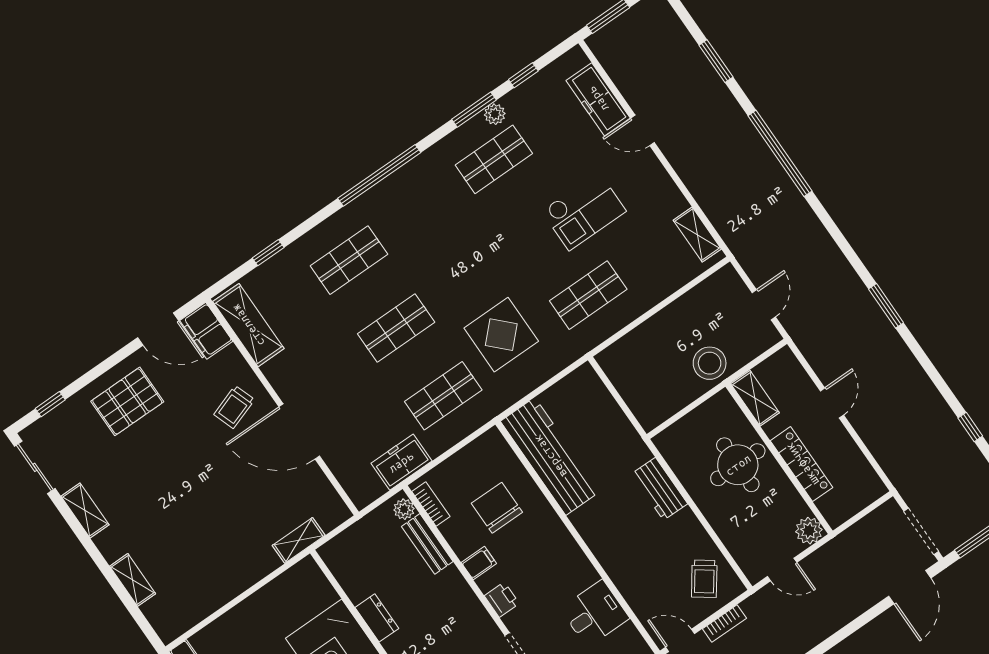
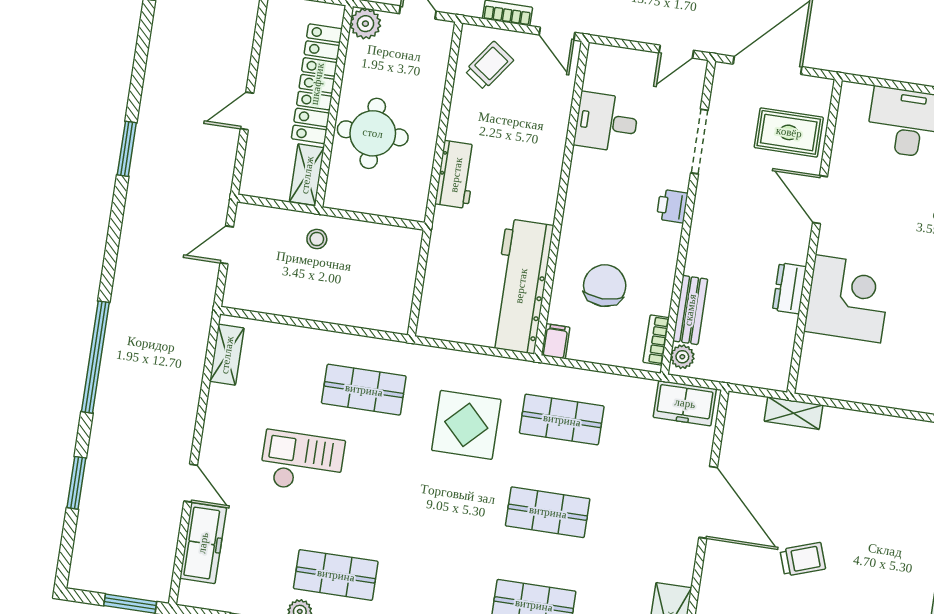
stool: (710, 363) -> (317, 239), width x0.53, depth x0.53
trolley: (234, 407) -> (803, 559), moved
freezer: (401, 462) -> (685, 403), moved
locker: (802, 464) -> (317, 84), width x1.41, depth x1.21
chair: (497, 508) -> (605, 286), turned 180
filing cabinet: (479, 563) -> (556, 341), moved, turned 90

